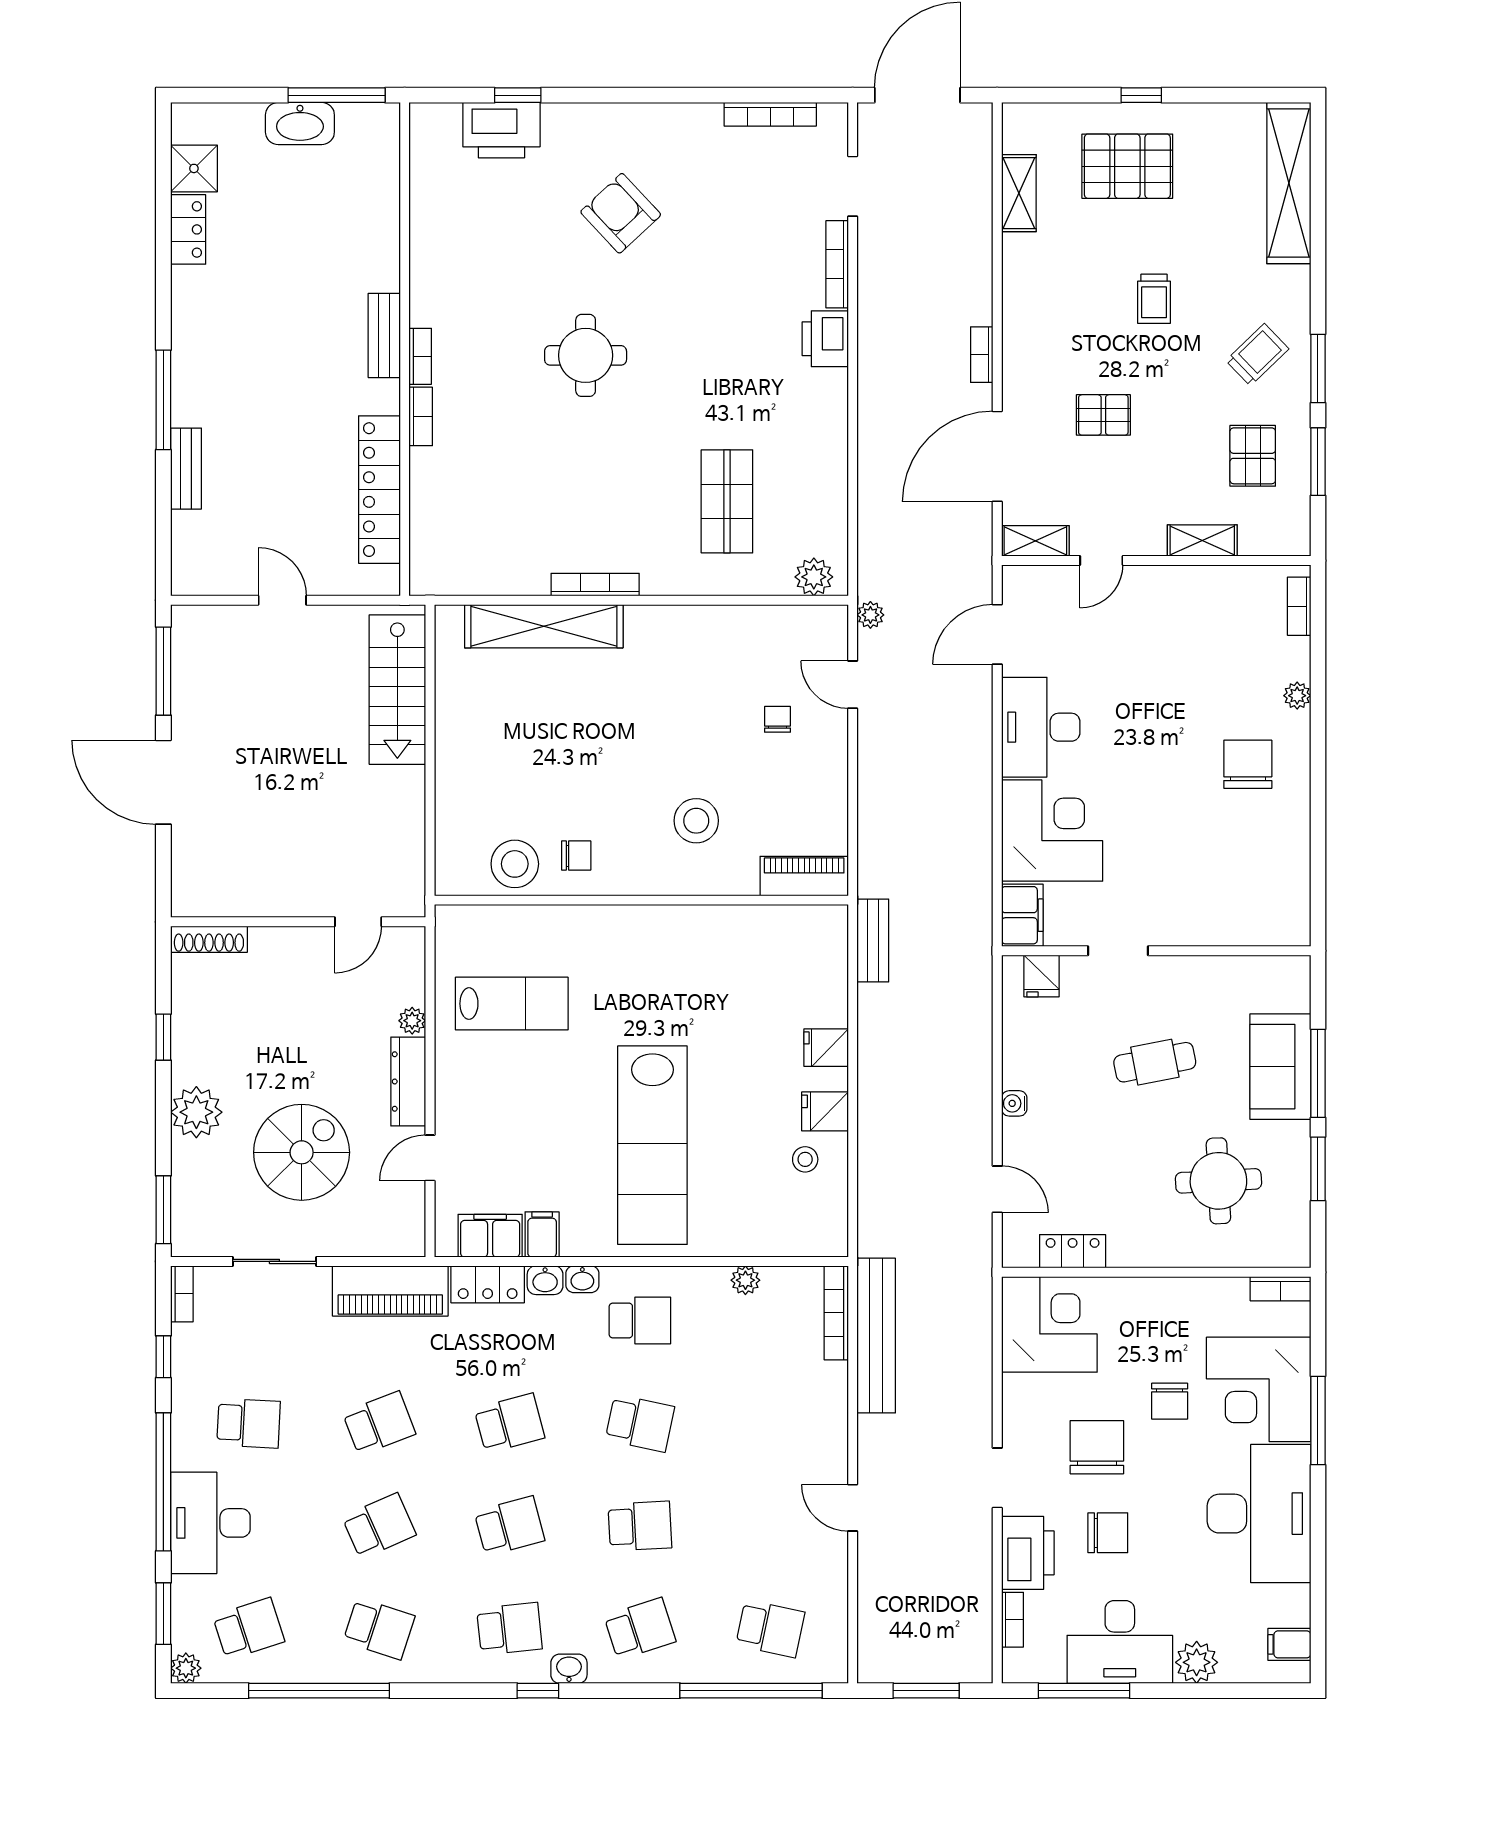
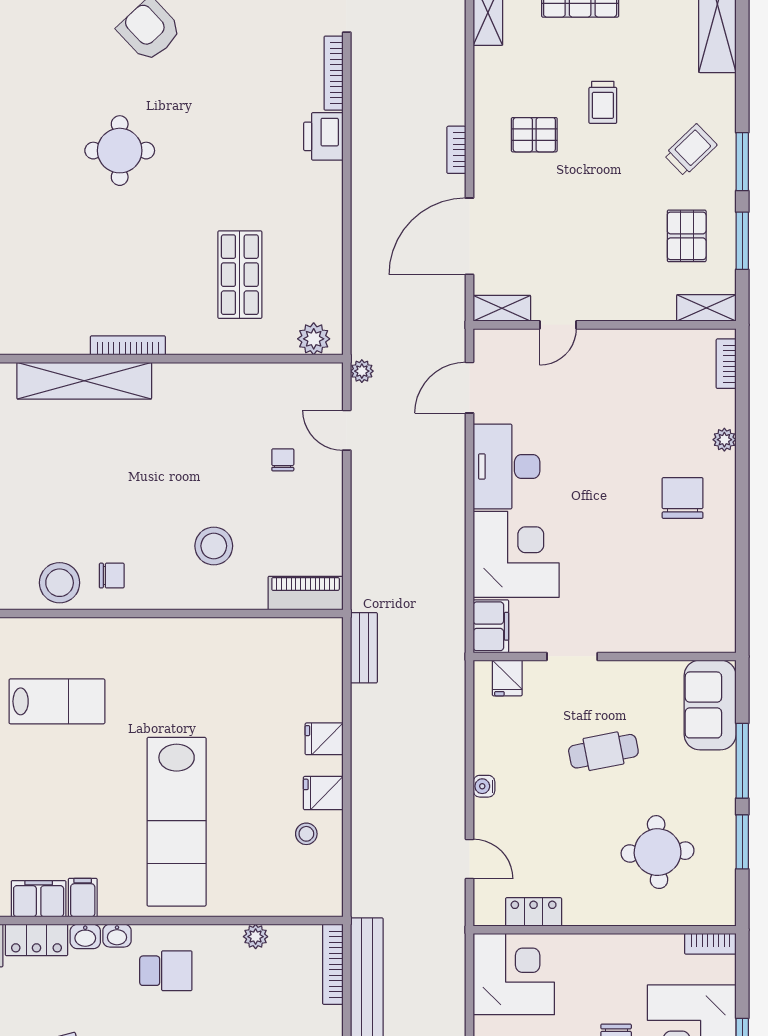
pallet: (1103, 415) -> (534, 135), moved
shelving: (1202, 540) -> (706, 308), moved
sofa: (1280, 1067) -> (710, 705), moved

